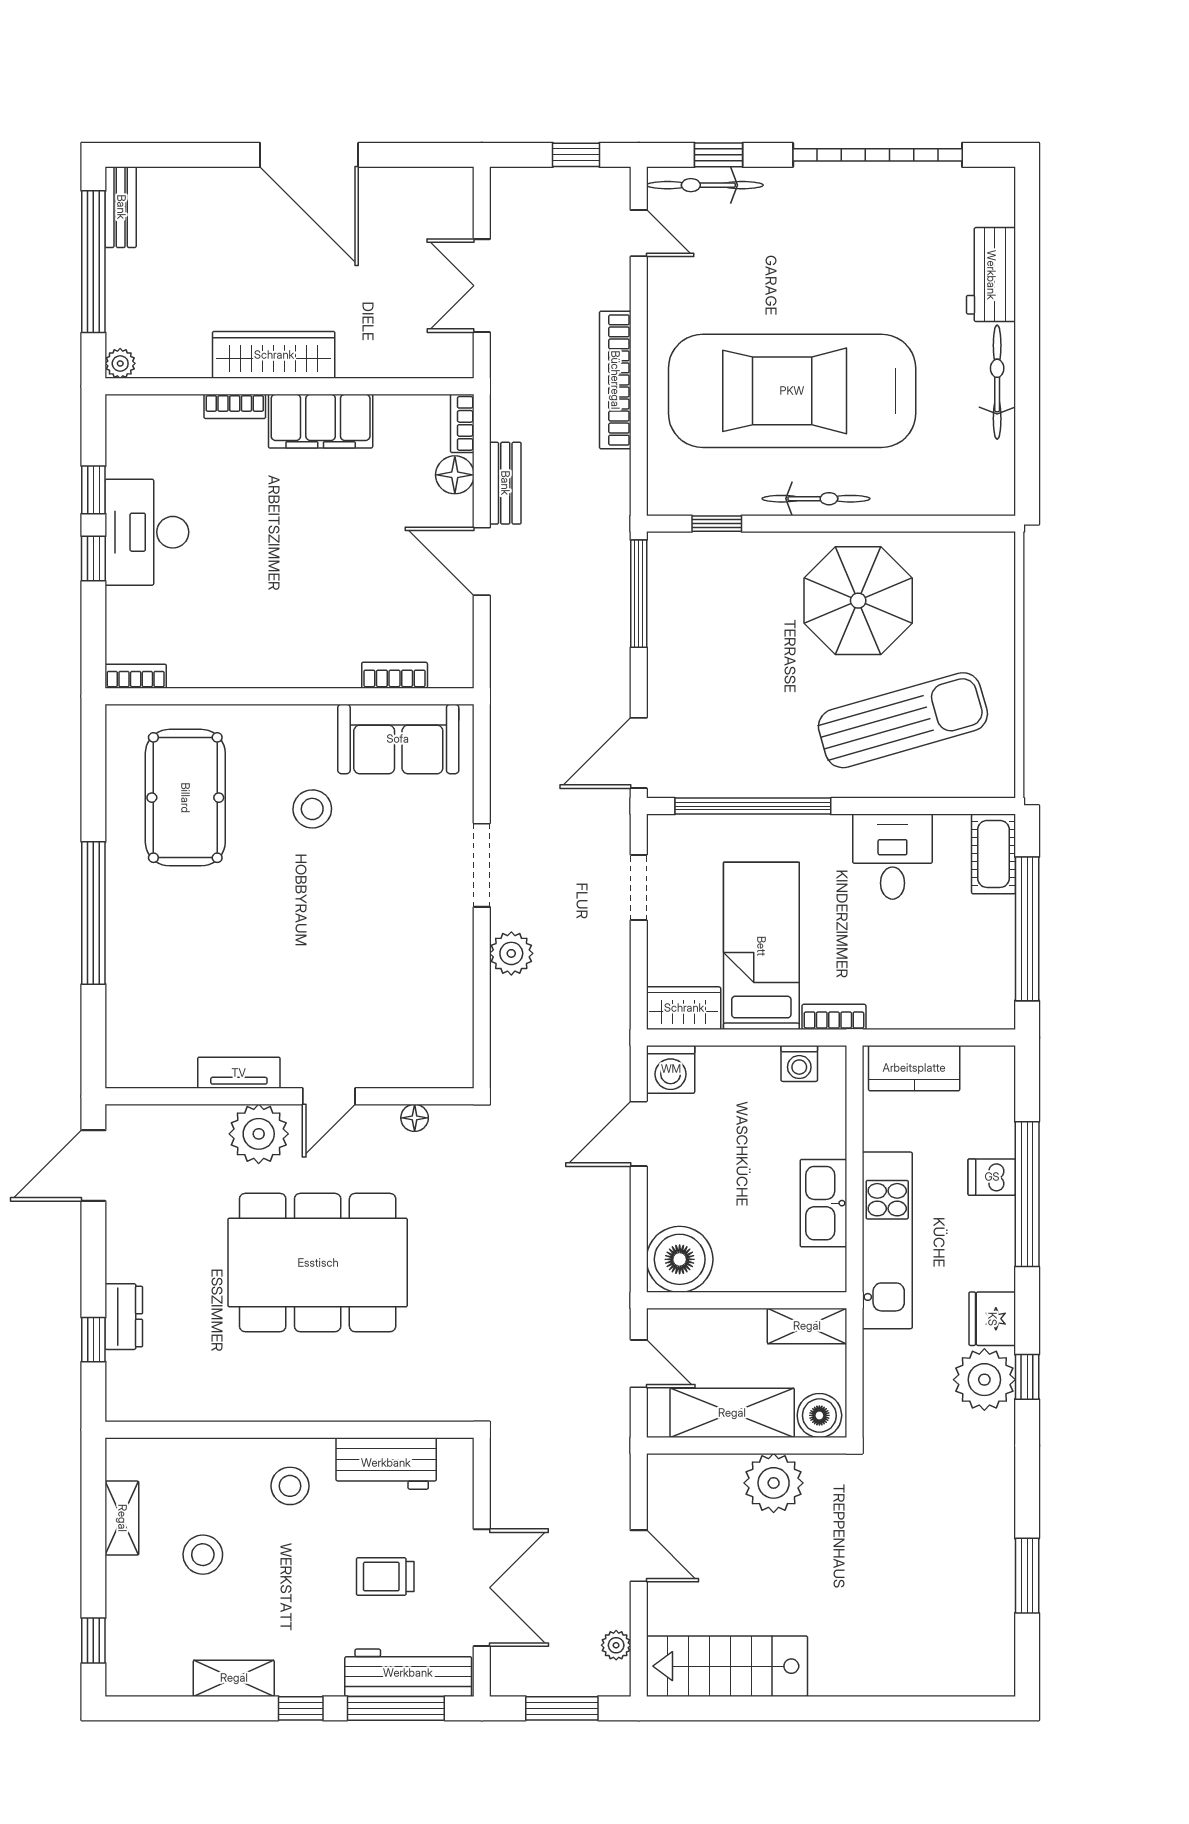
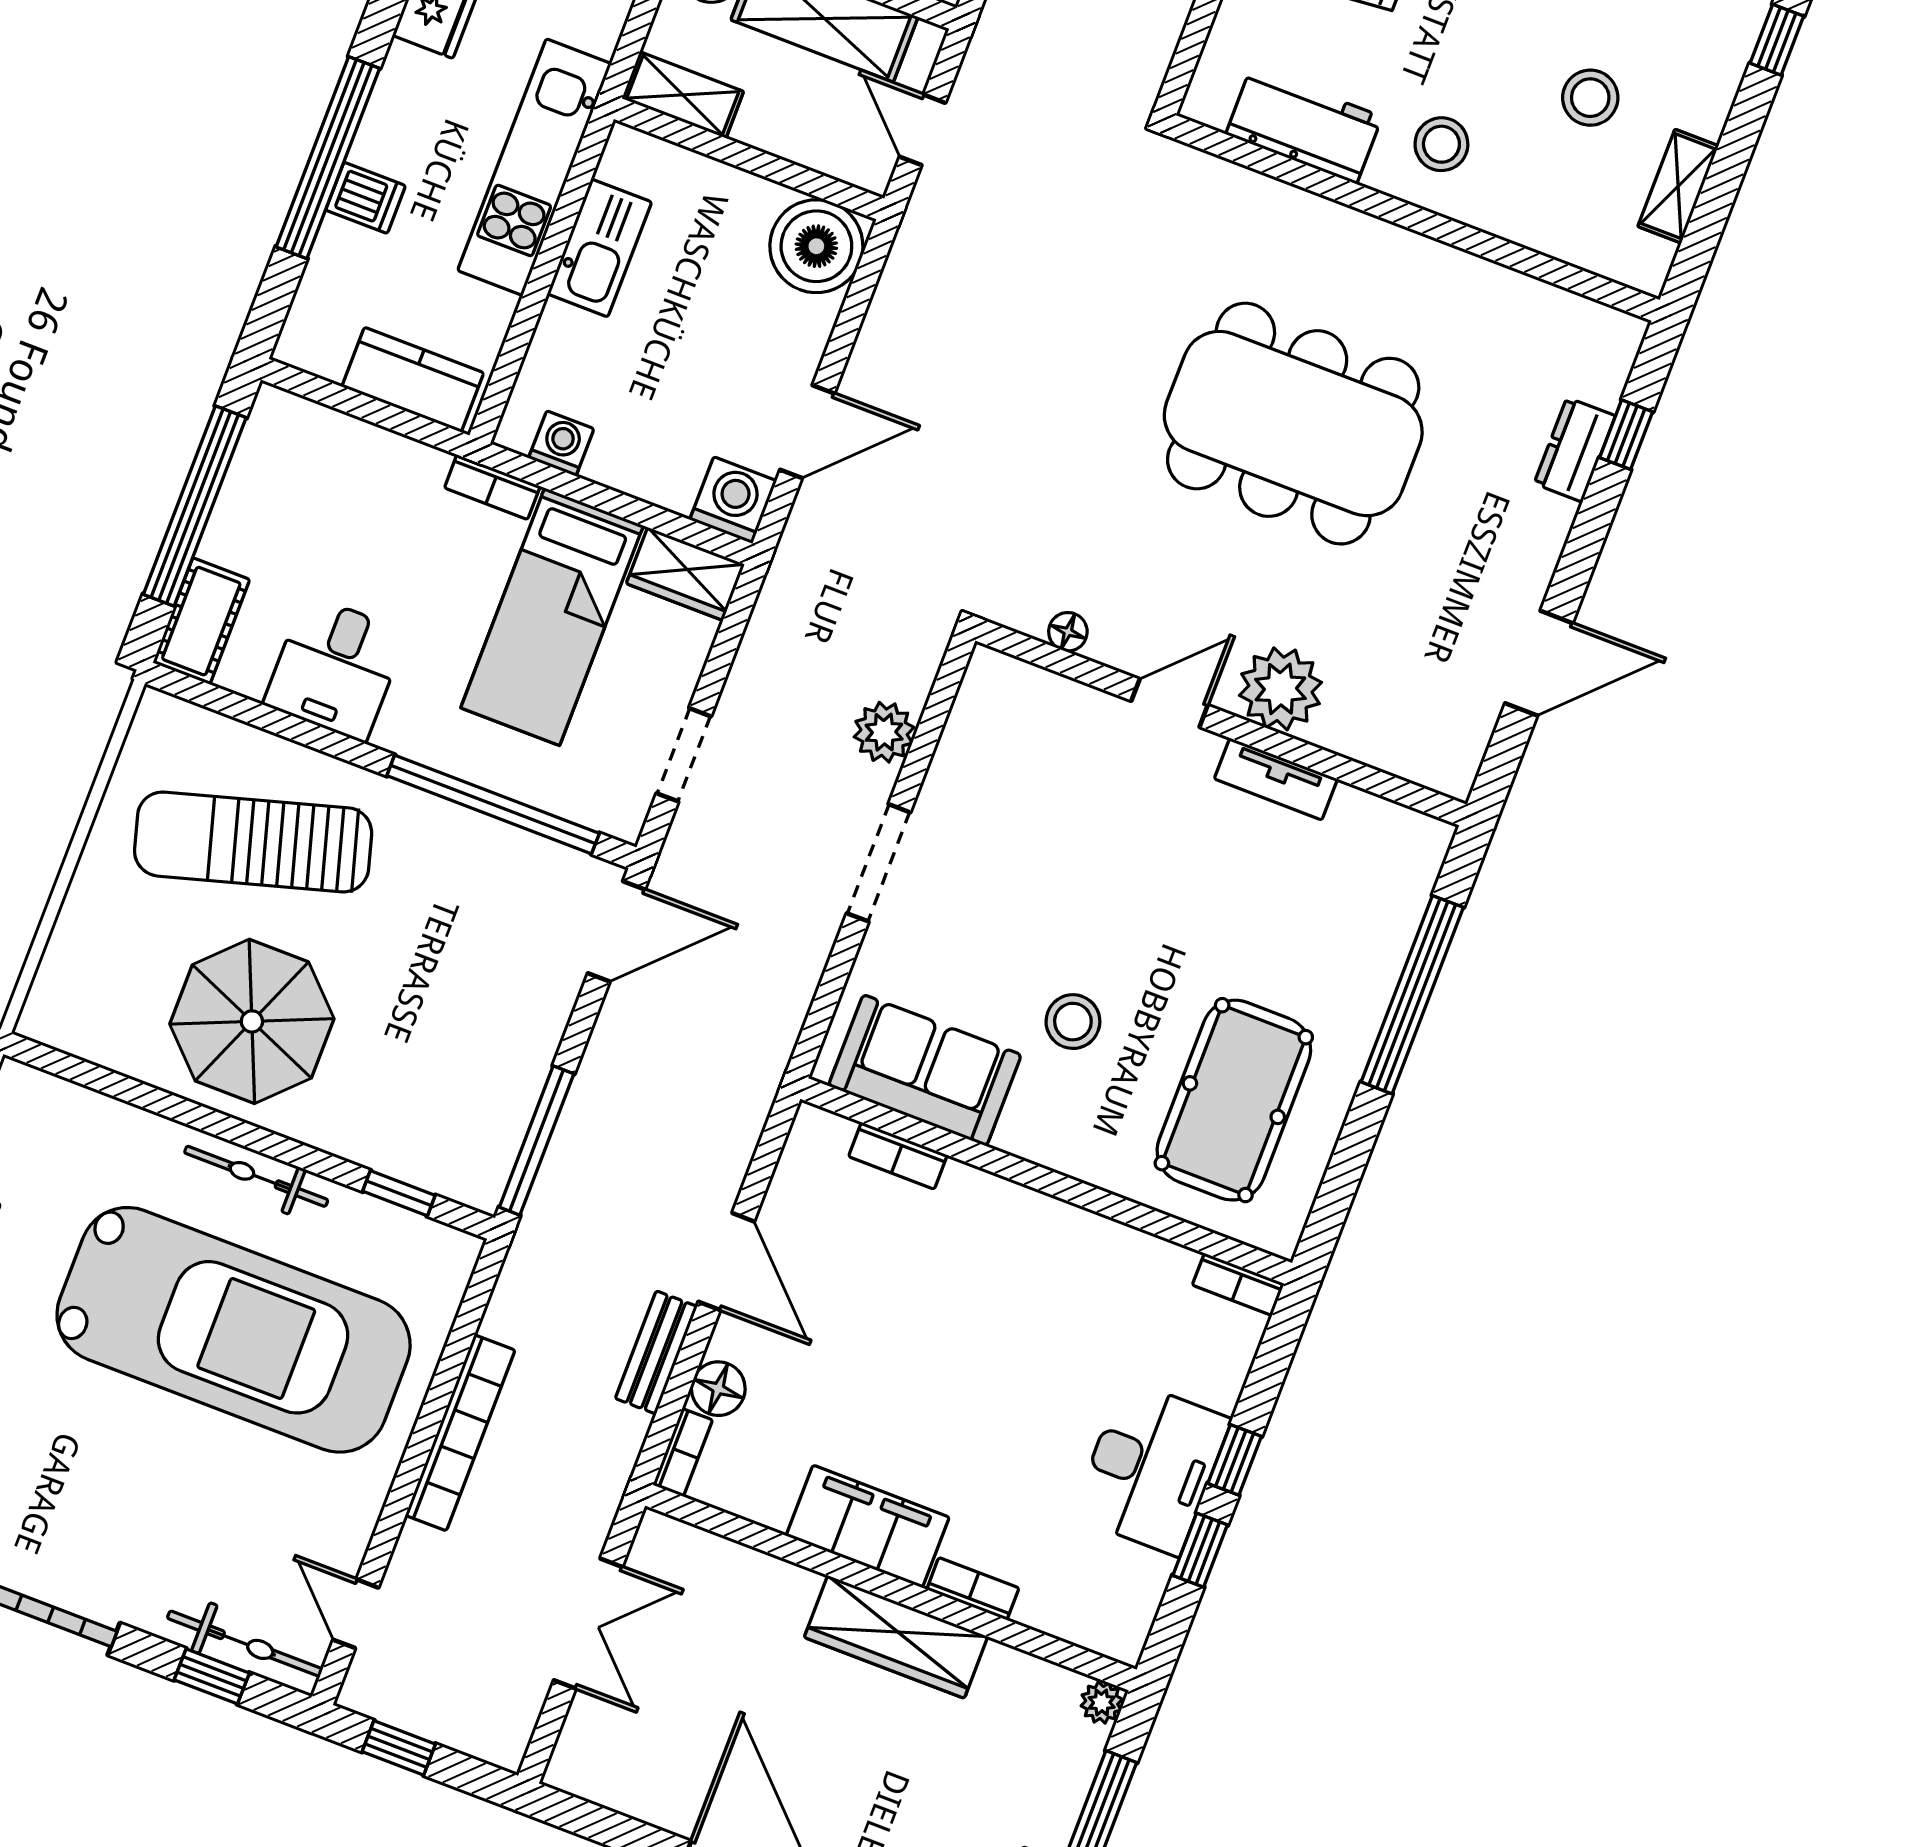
tv unit: (239, 1073) -> (1276, 779), moved
wall: (290, 1096) -> (1221, 723), moved
door: (329, 1096) -> (1170, 703), moved
floor lamp: (415, 1118) -> (1068, 632), moved
plant: (259, 1134) -> (1280, 689), moved

